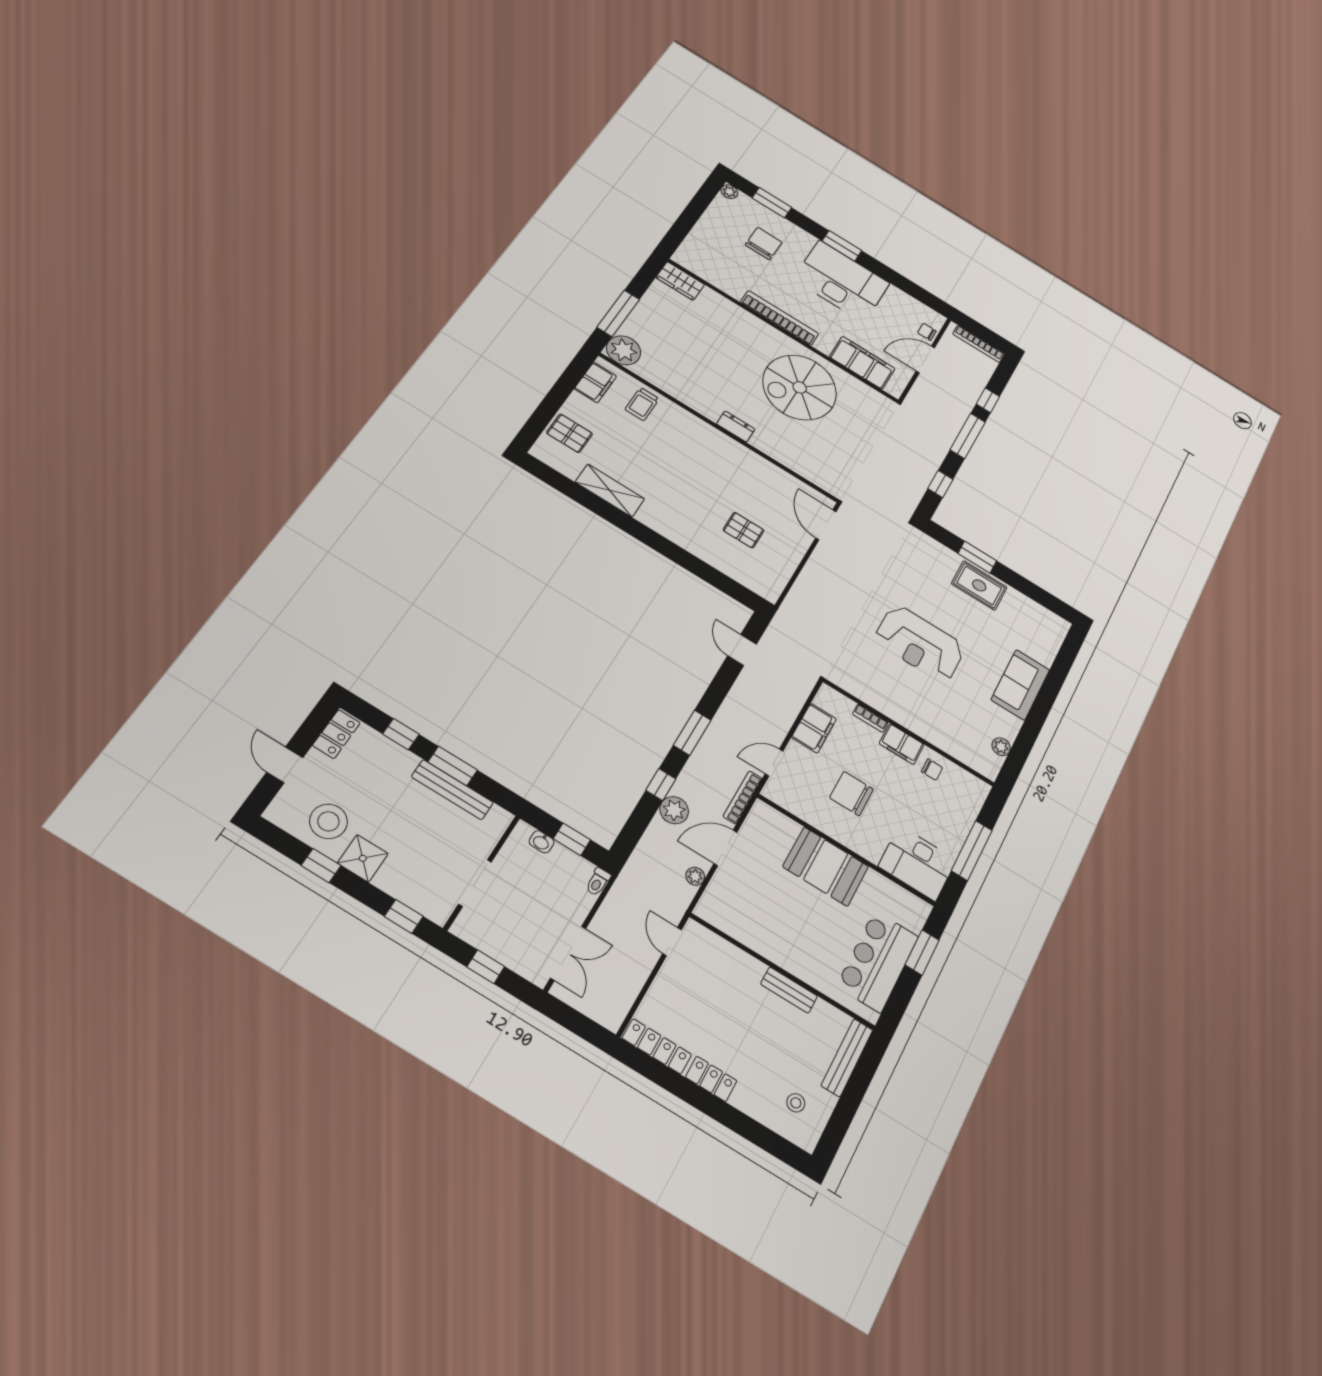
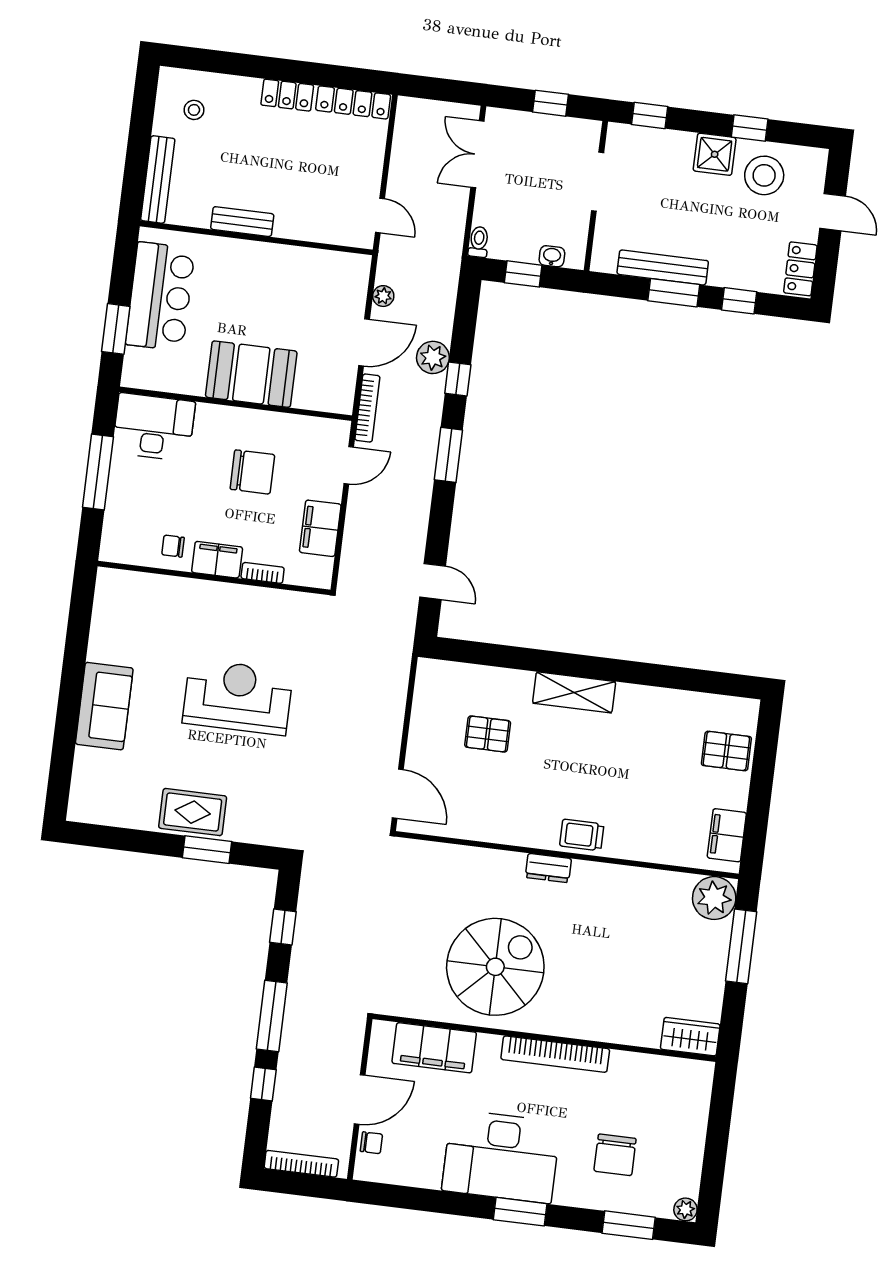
trolley: (642, 404) -> (582, 835), moved, turned -90
shelving: (610, 490) -> (574, 692), moved
plant: (1001, 747) -> (103, 615), removed

